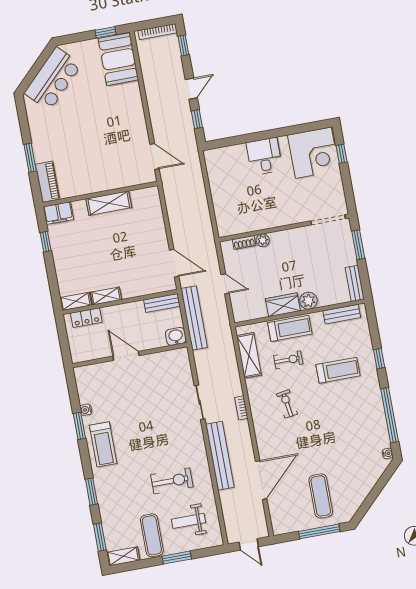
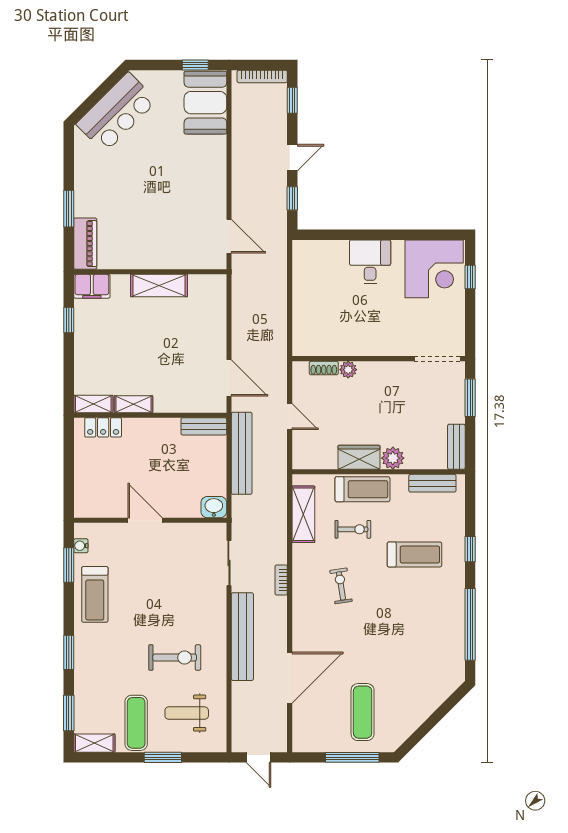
washbasin: (176, 336) -> (214, 507), moved
wall: (130, 355) -> (150, 520), moved
door: (126, 356) -> (145, 520), moved
water cooler: (388, 453) -> (459, 673), removed

